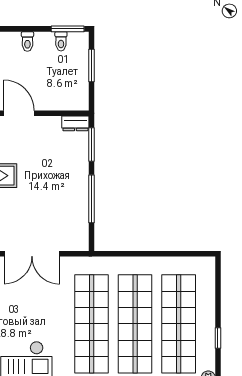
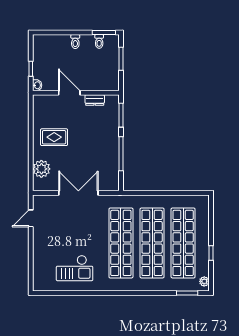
dresser: (75, 123) -> (95, 100), moved
double door: (32, 254) -> (78, 193), swing flipped

